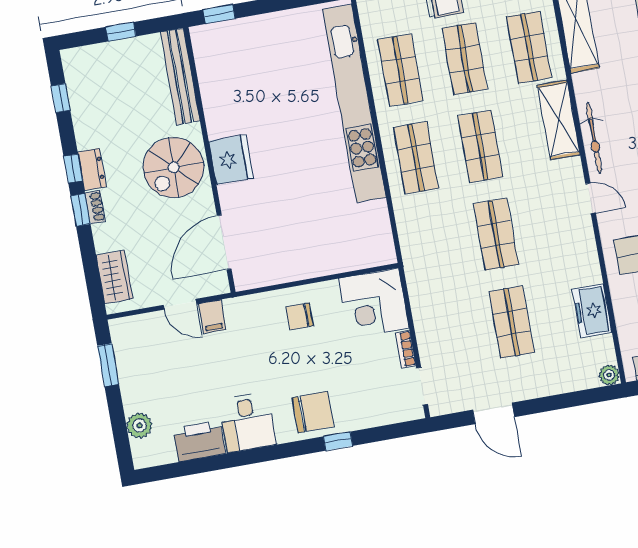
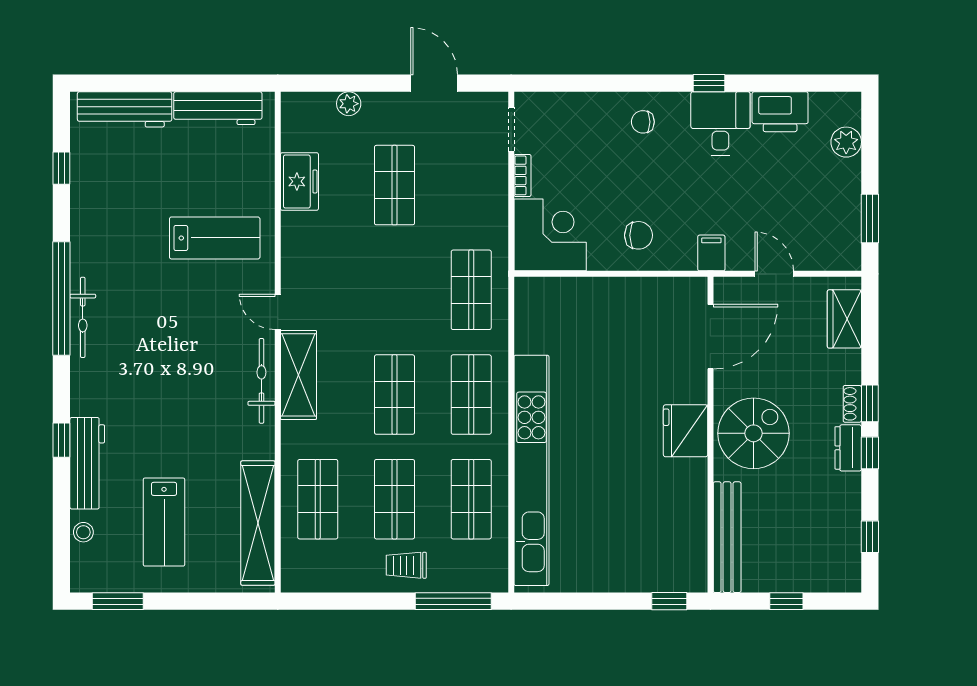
shelving: (559, 120) -> (298, 375), moved
shop shelf: (496, 234) -> (471, 290), moved
filing cabinet: (212, 317) -> (711, 253), moved
plant: (609, 375) -> (349, 104), moved
chair: (313, 412) -> (643, 122), width x0.54, depth x0.54
window: (338, 441) -> (709, 83), moved

